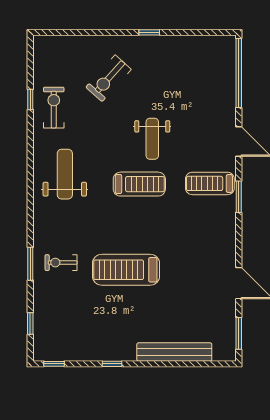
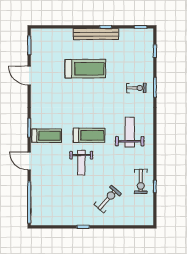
weight bench: (152, 139) -> (81, 163), turned 180
weight bench: (65, 174) -> (130, 132), moved, turned 180
treadmill: (139, 184) -> (89, 135), turned 180
treadmill: (126, 270) -> (85, 69), moved
bench: (174, 352) -> (96, 34), moved

